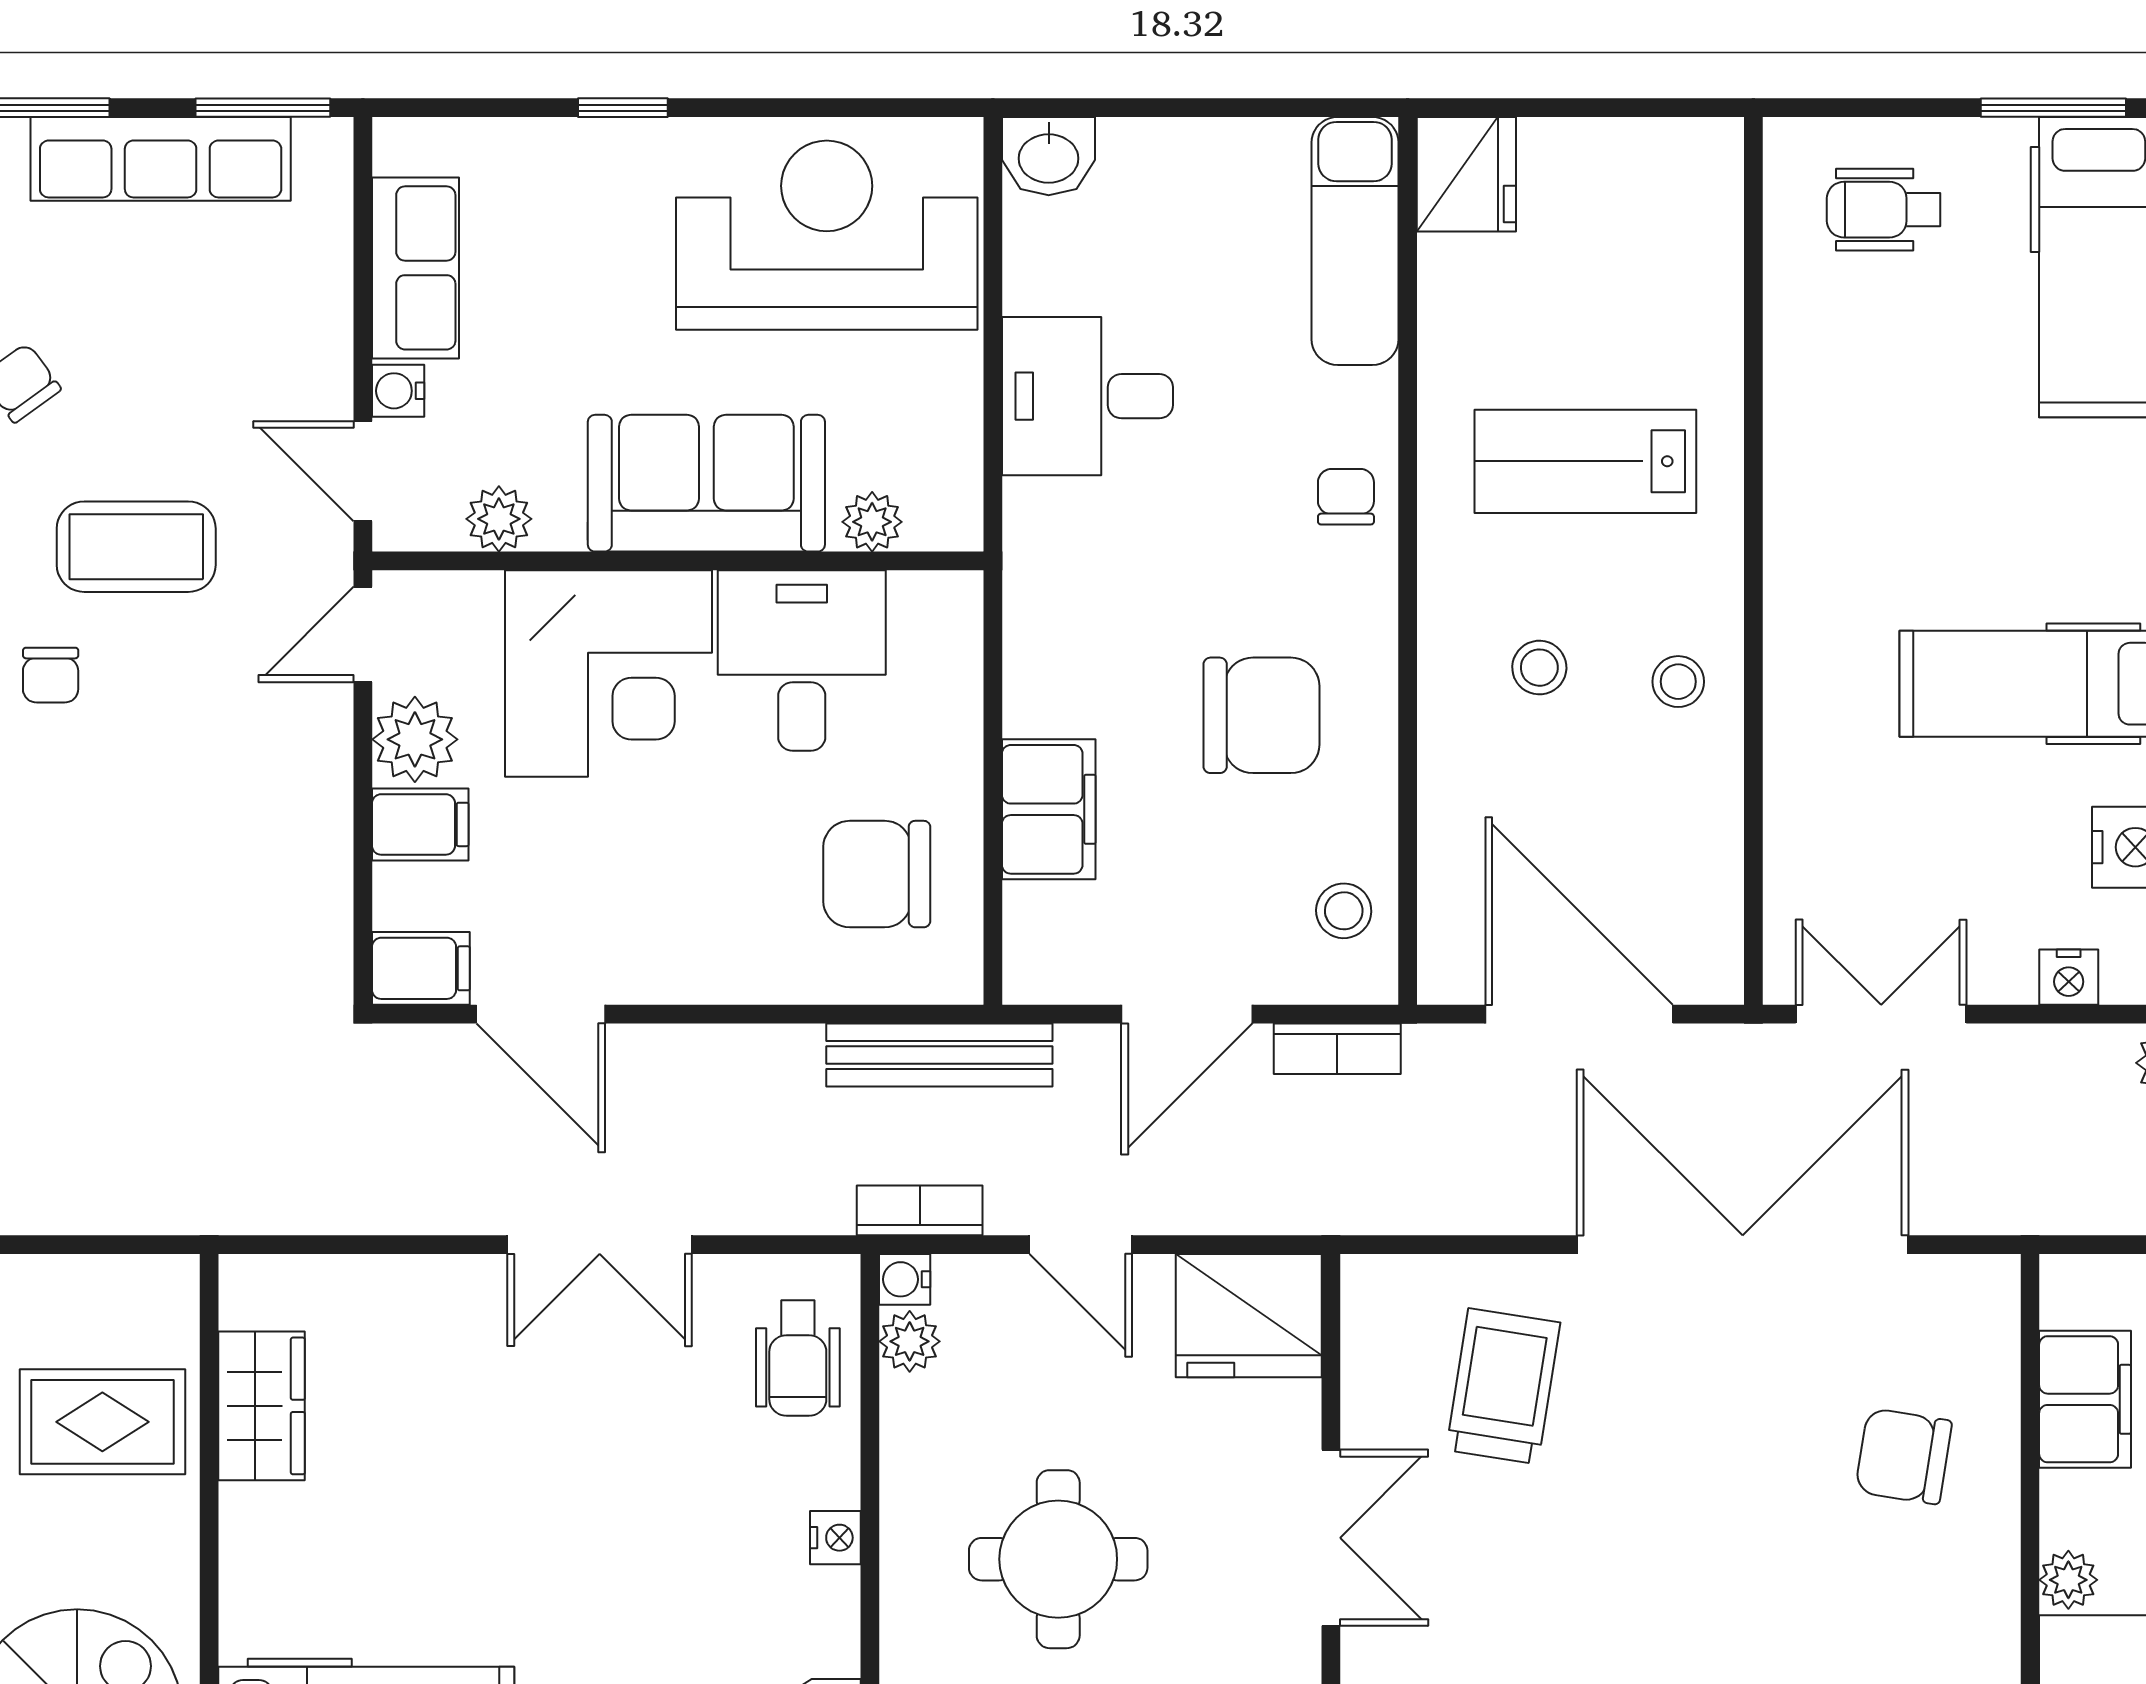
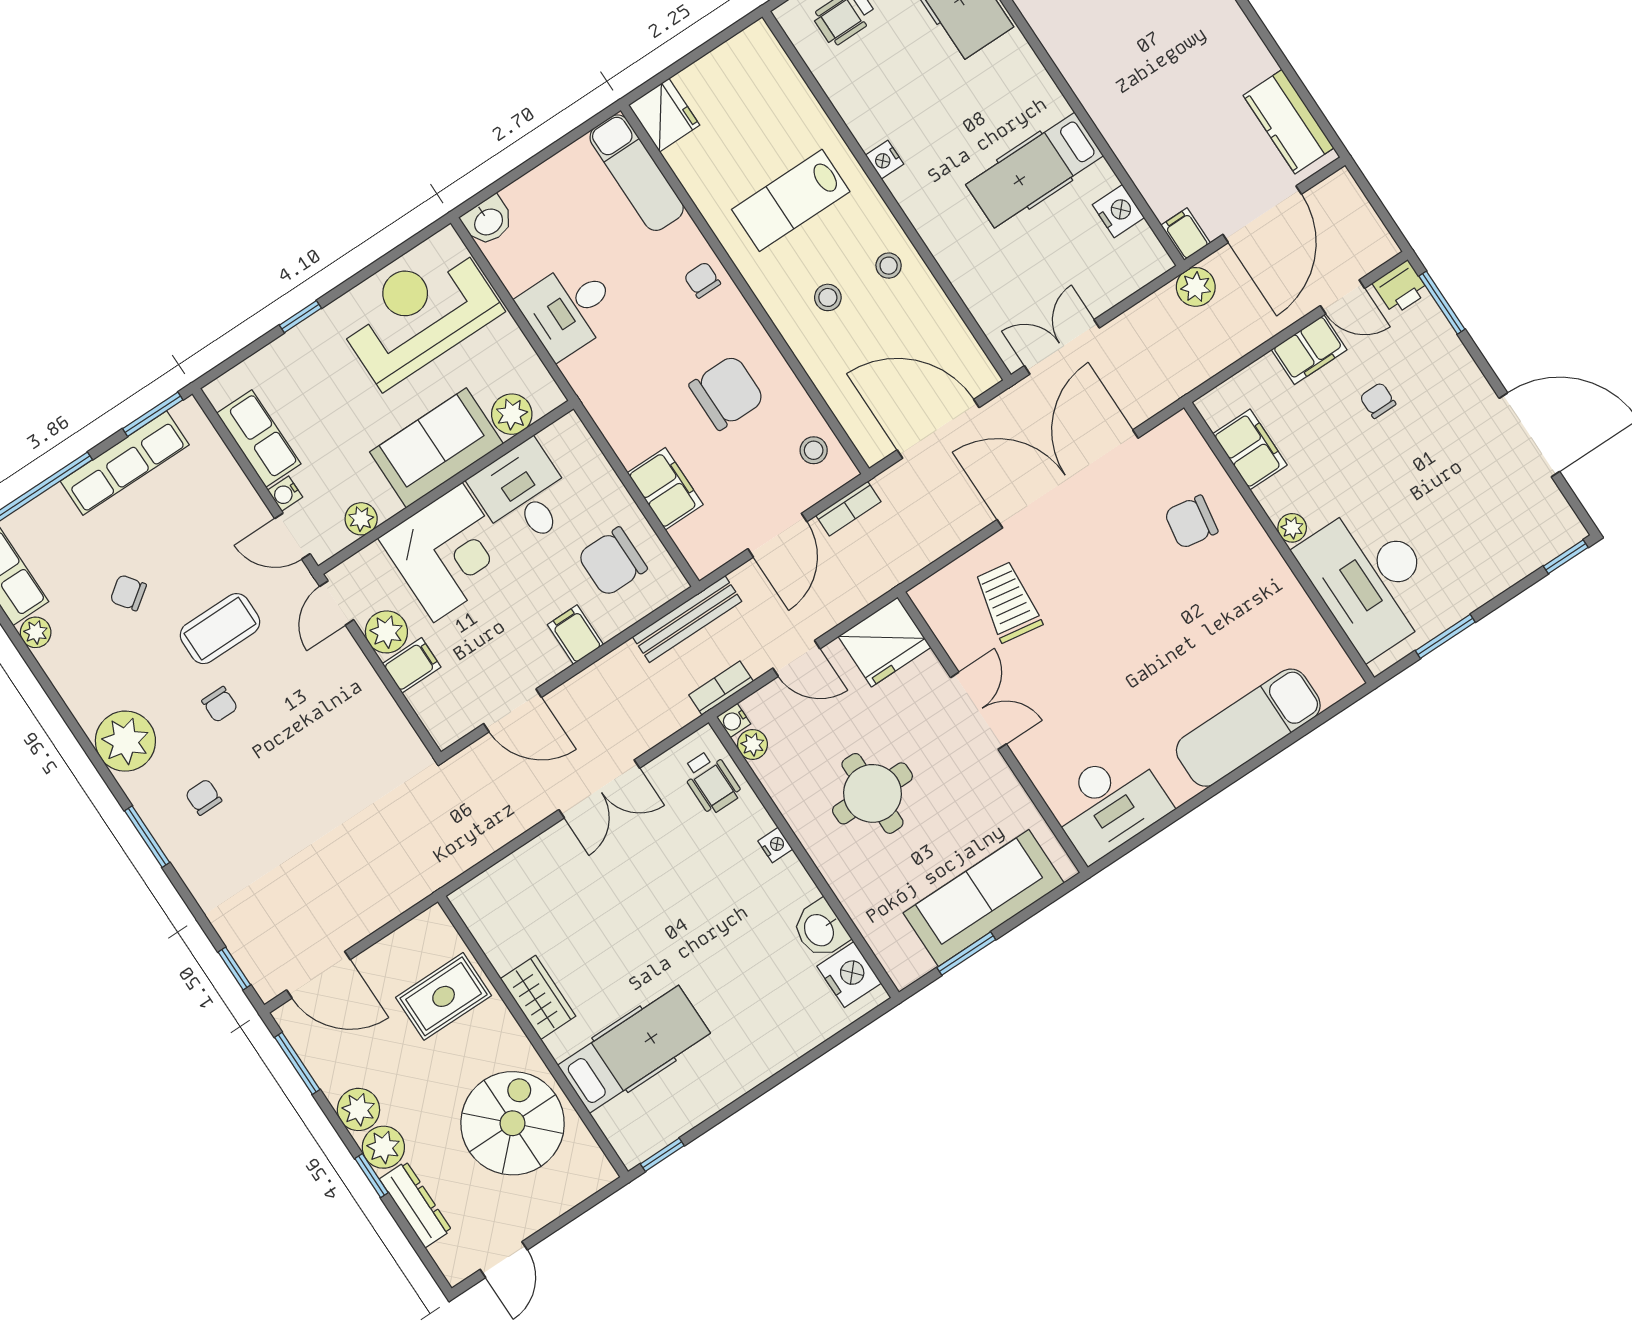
plant: (872, 522) -> (512, 414), width x1.38, depth x1.38
filing cabinet: (421, 968) -> (575, 635), moved, turned -90
nightstand: (2069, 977) -> (885, 160), moved, turned 90
wardrobe: (262, 1406) -> (538, 997), moved

